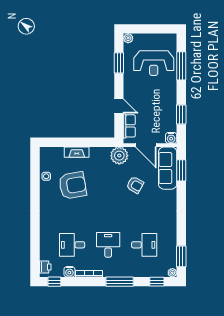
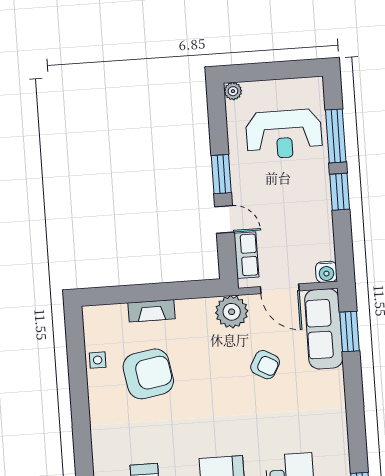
window: (119, 63) -> (221, 174), moved
window: (181, 114) -> (340, 192), moved

